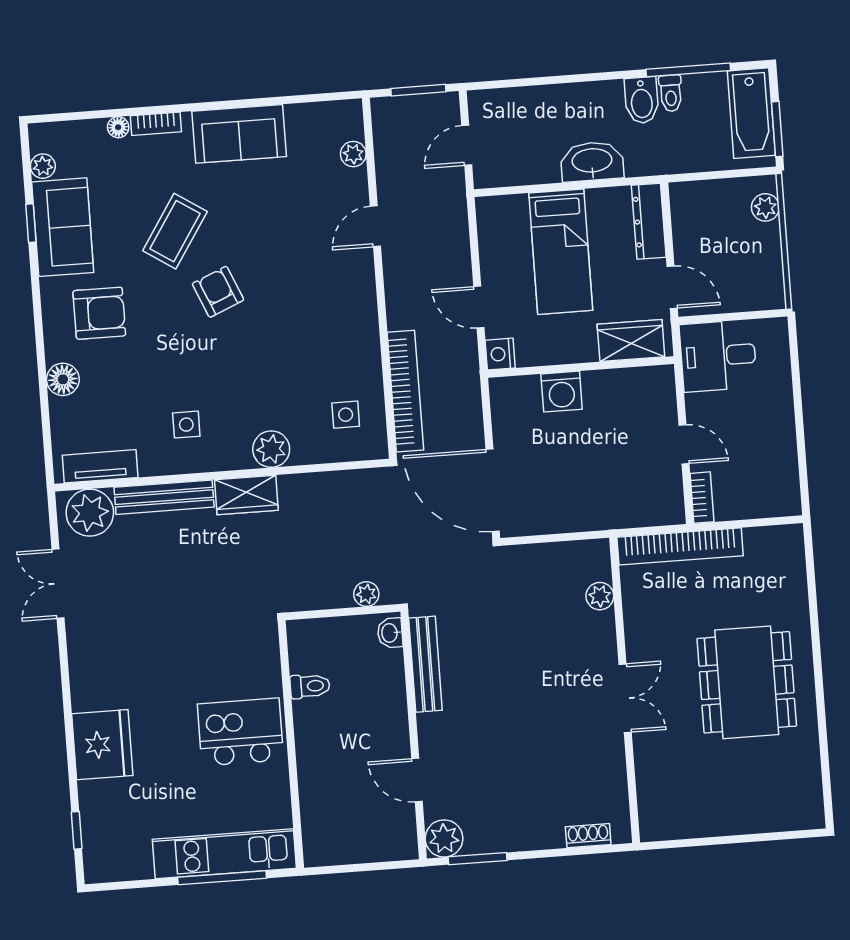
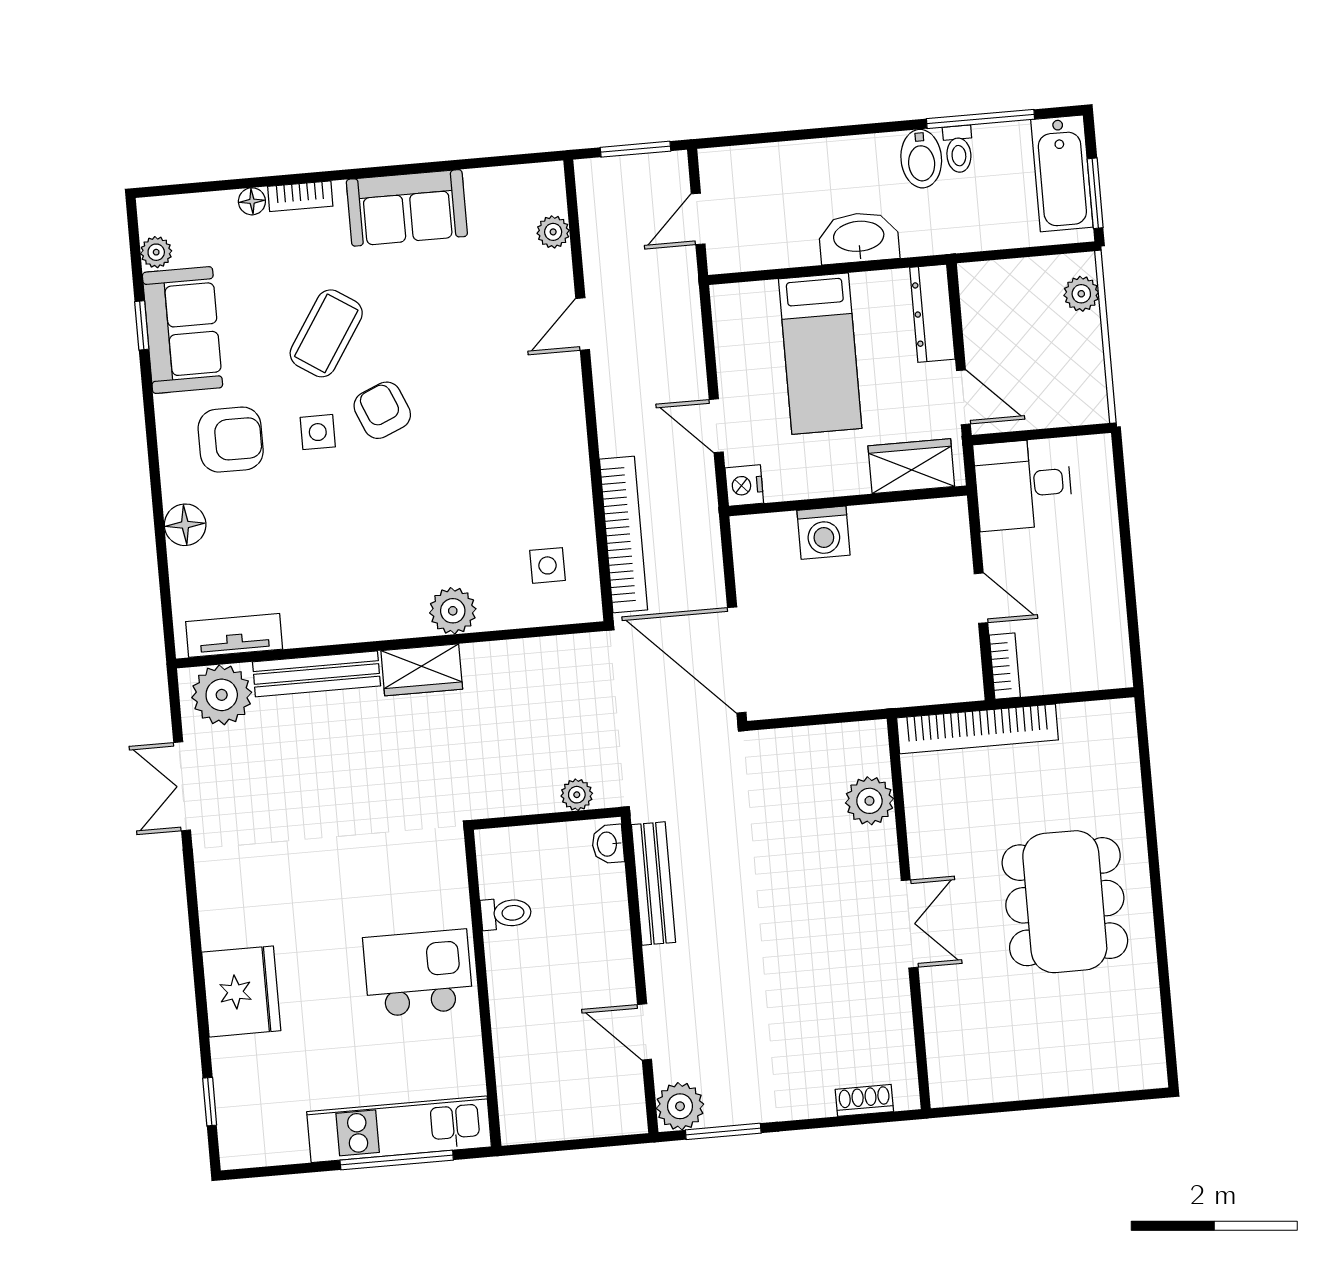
side table: (186, 425) -> (318, 432), moved
plant: (600, 596) -> (869, 801), width x1.38, depth x1.38

